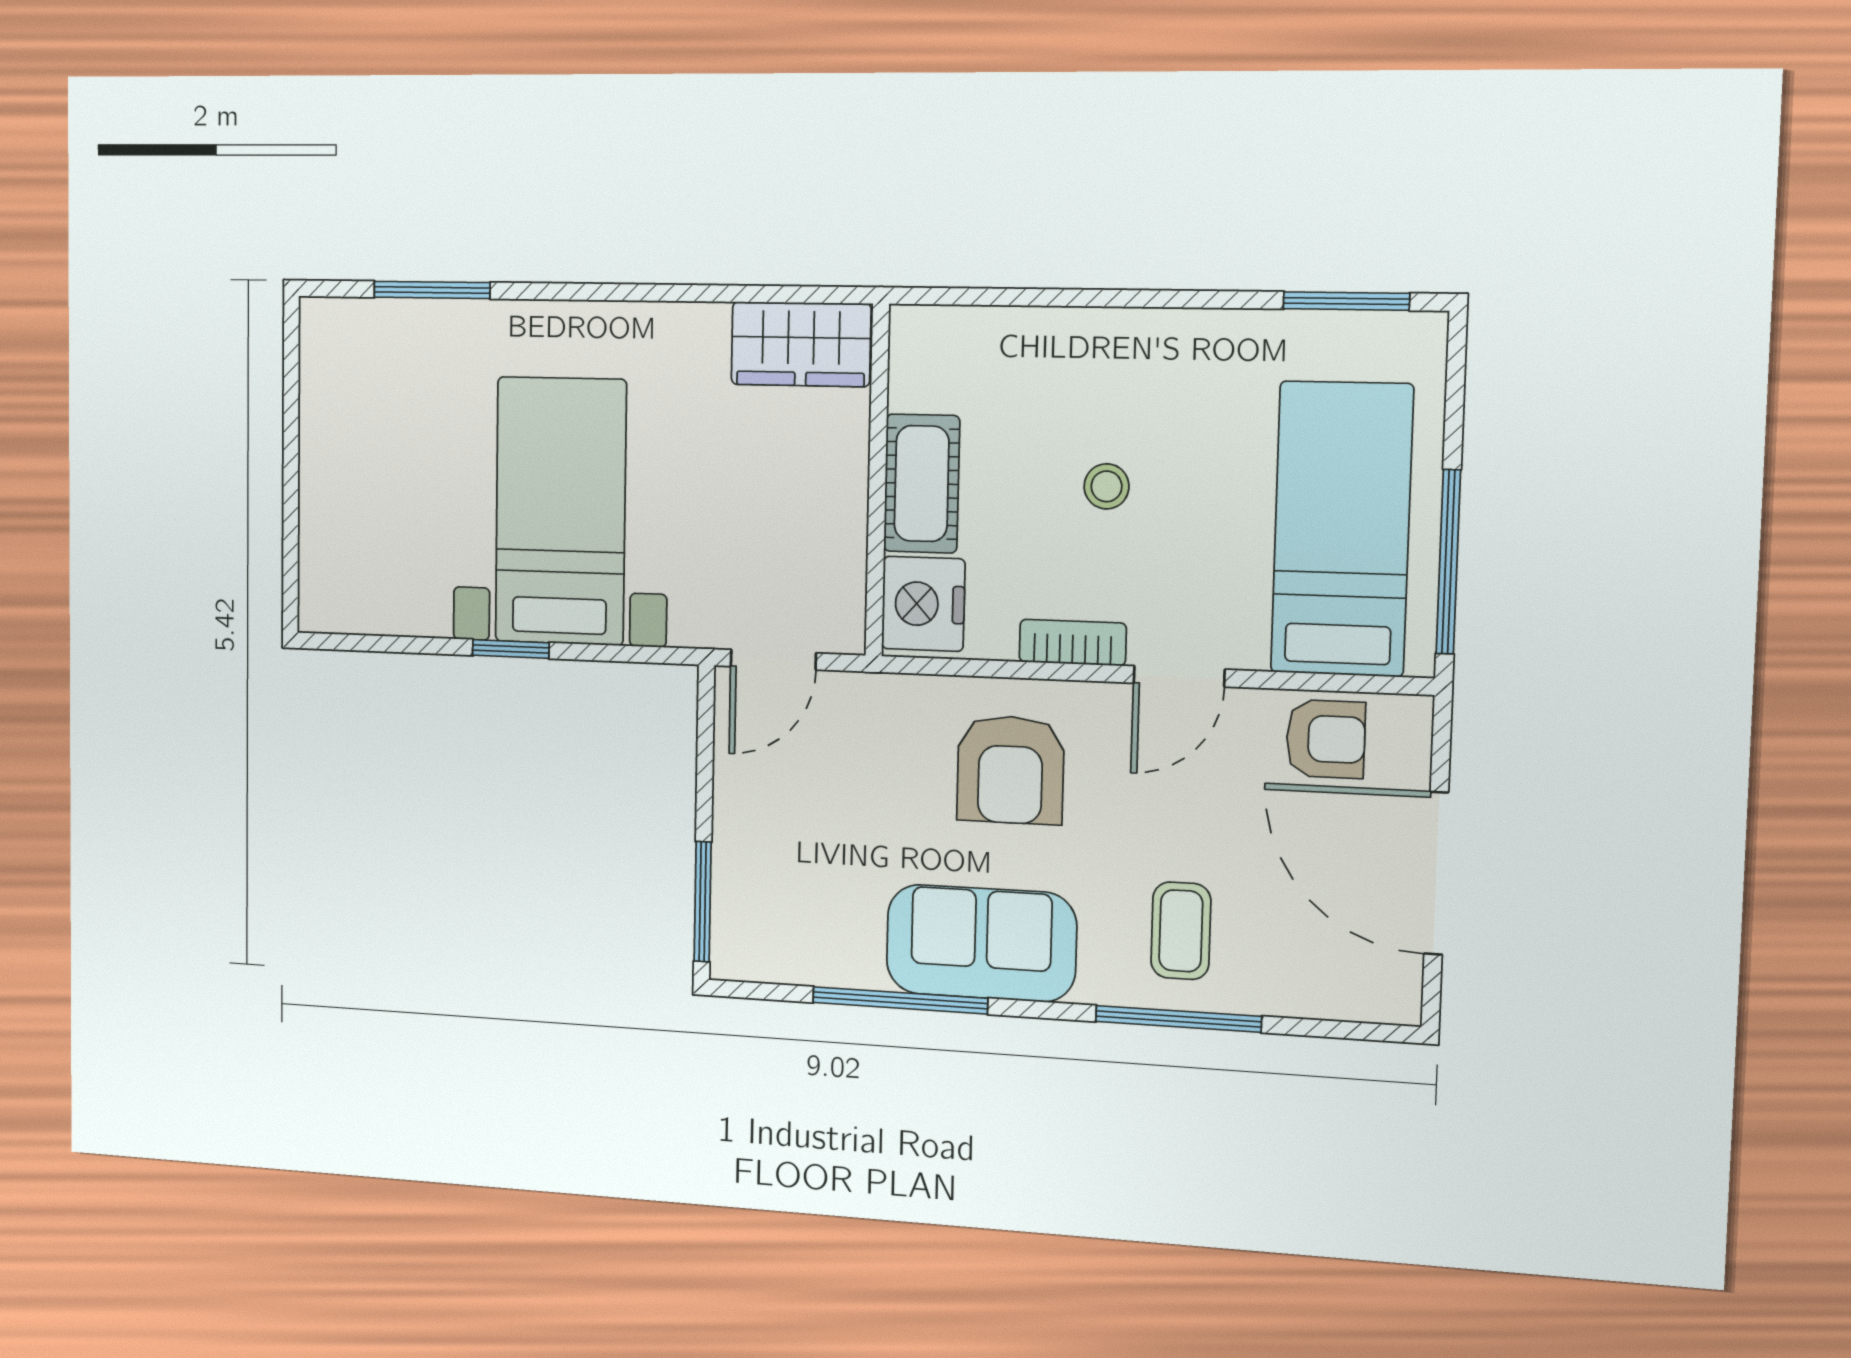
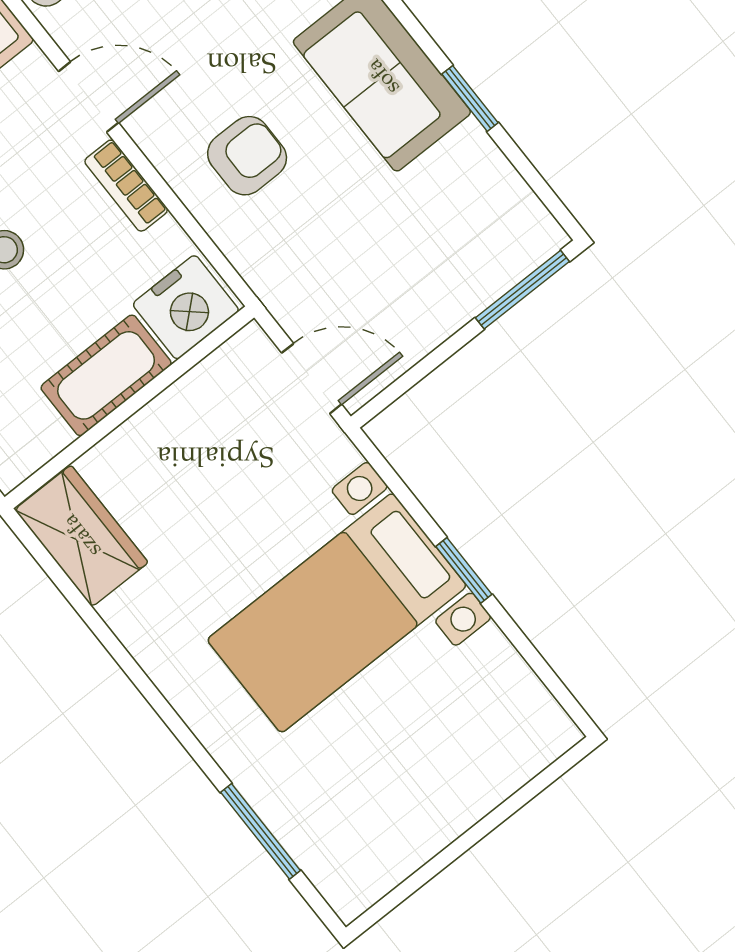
armchair: (1010, 770) -> (247, 156), width x0.72, depth x0.72
window: (900, 1000) -> (470, 98), width x0.46

